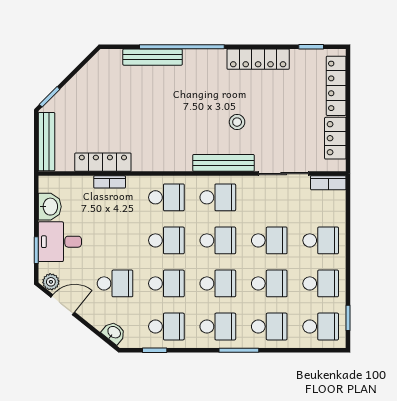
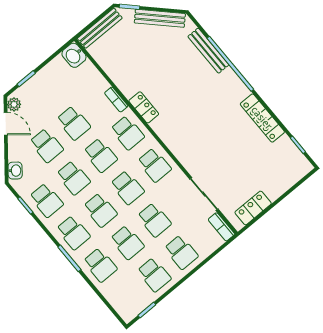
locker: (336, 86) -> (286, 181), removed
stool: (237, 122) -> (212, 138), removed
locker: (103, 162) -> (144, 107), moved, width x0.66
bench: (223, 163) -> (160, 18), moved, turned -45
bookcase: (110, 182) -> (116, 100), moved
washbasin: (50, 207) -> (74, 55), moved, turned 90
desk: (60, 242) -> (44, 89), removed
school desk: (321, 327) -> (74, 123), moved

